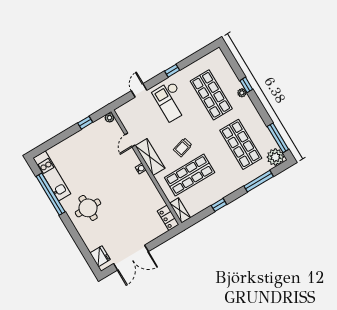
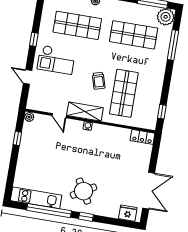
window: (219, 205) -> (162, 112), moved
round table: (88, 208) -> (84, 191), turned -30
shelving: (180, 211) -> (145, 123), removed
window: (70, 227) -> (86, 217), added

